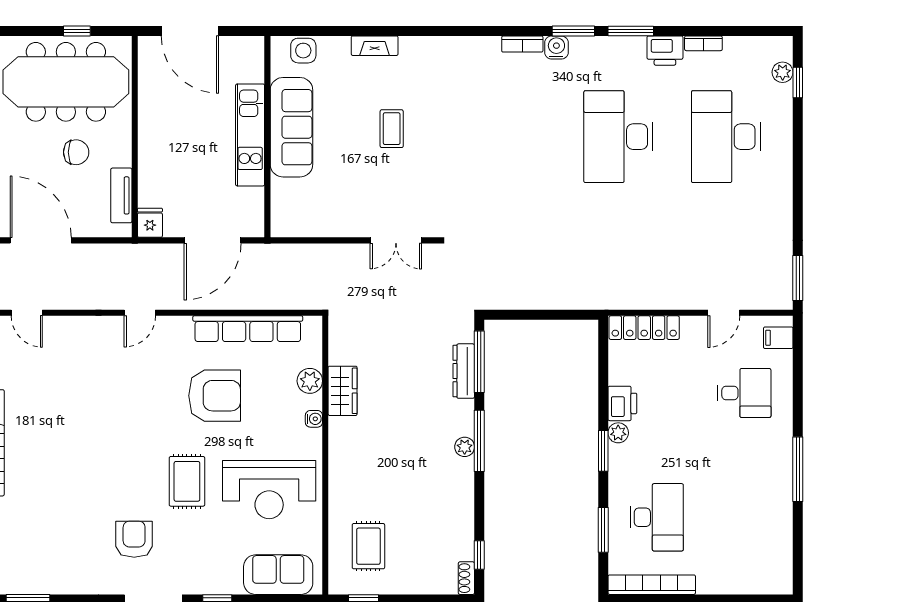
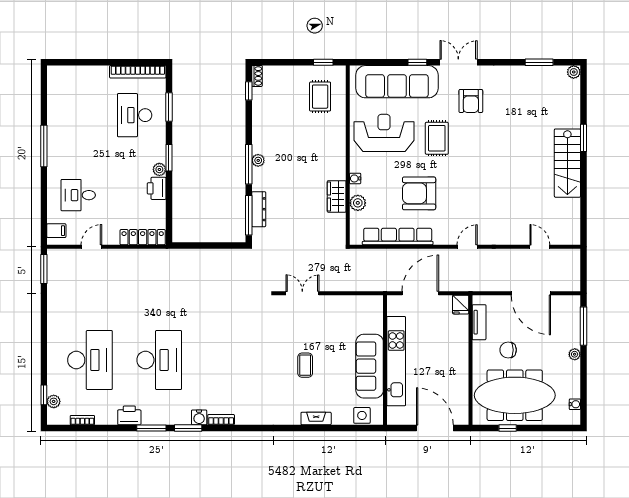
bookcase: (703, 43) -> (82, 420), moved
kitchen unit: (250, 135) -> (396, 361), width x1.36
sofa: (278, 575) -> (397, 82), width x1.85, depth x1.27

